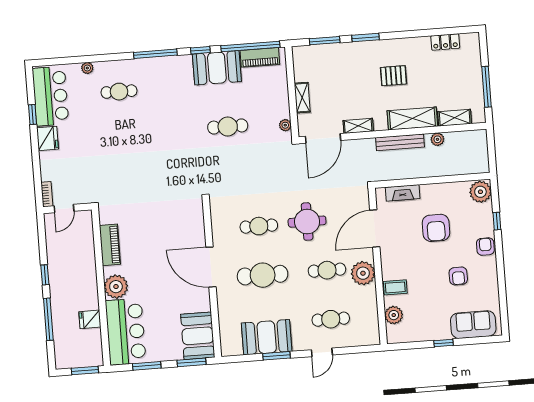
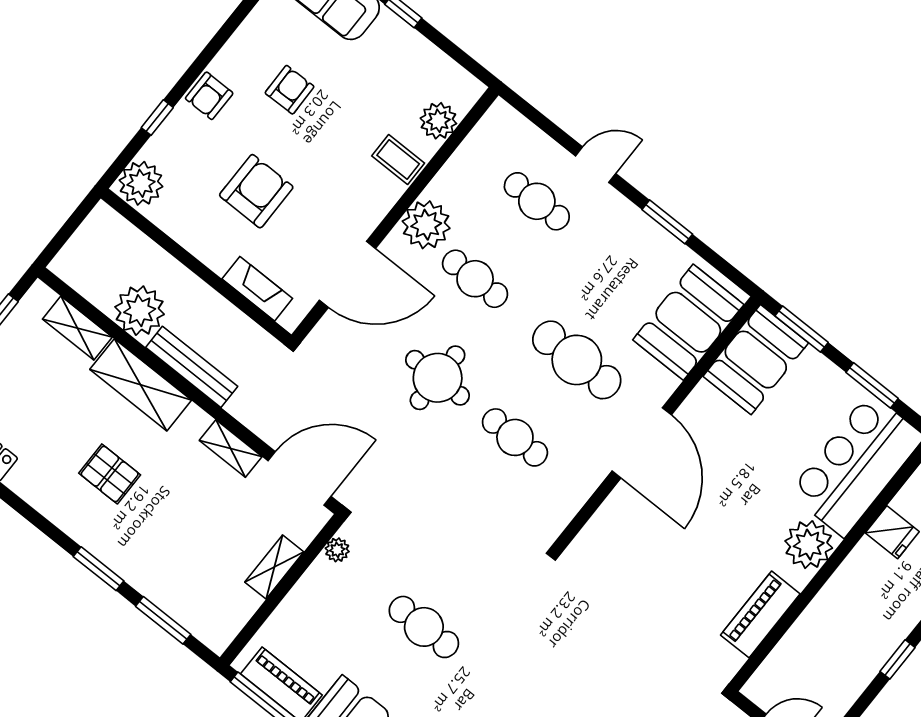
plant: (437, 139) -> (140, 311), width x1.87, depth x1.87
booth: (267, 337) -> (688, 322), moved, turned 90

